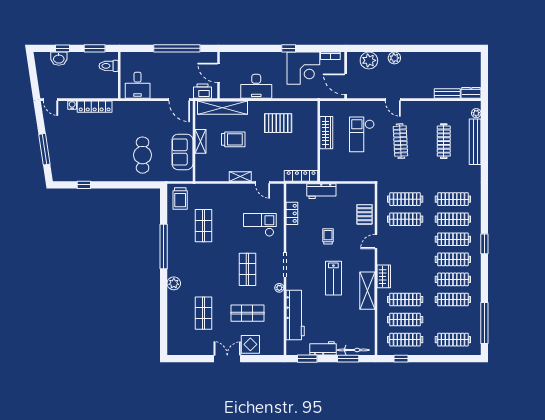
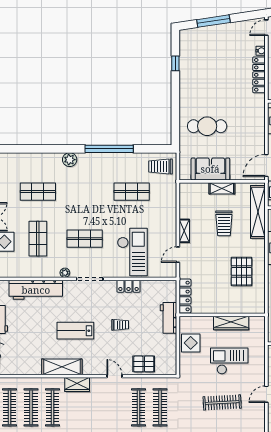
display table: (345, 170) -> (191, 343), added
locker: (292, 213) -> (129, 286), moved
checkout: (260, 225) -> (132, 252), width x1.36, depth x1.21

